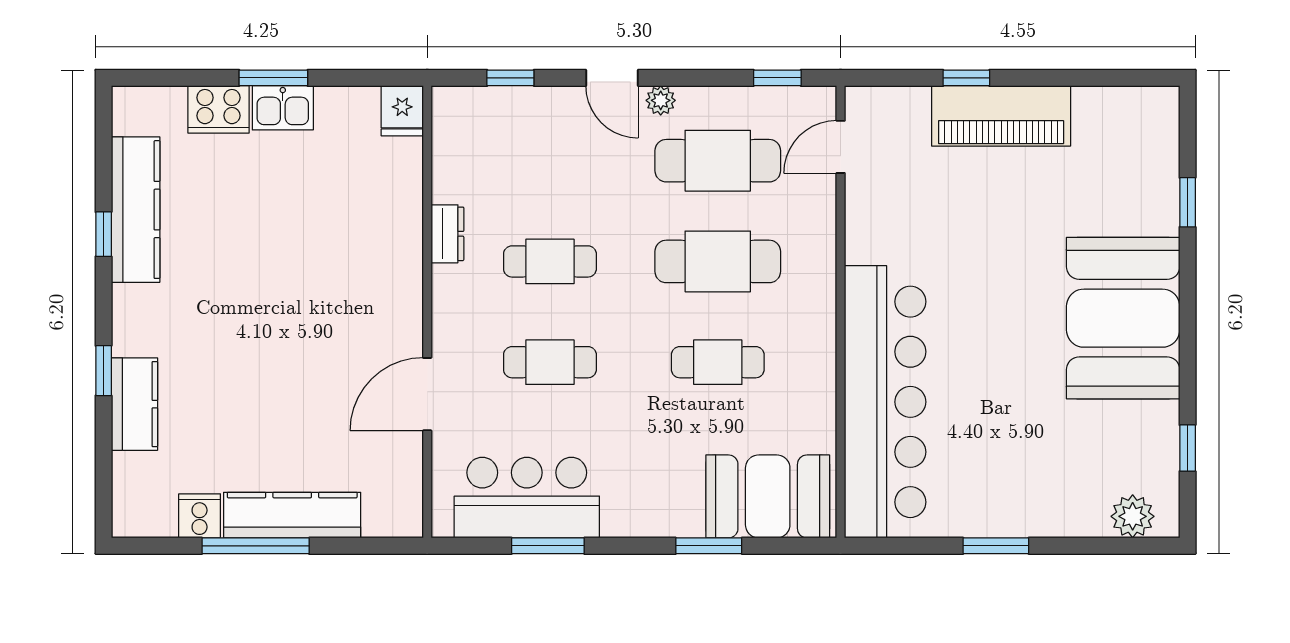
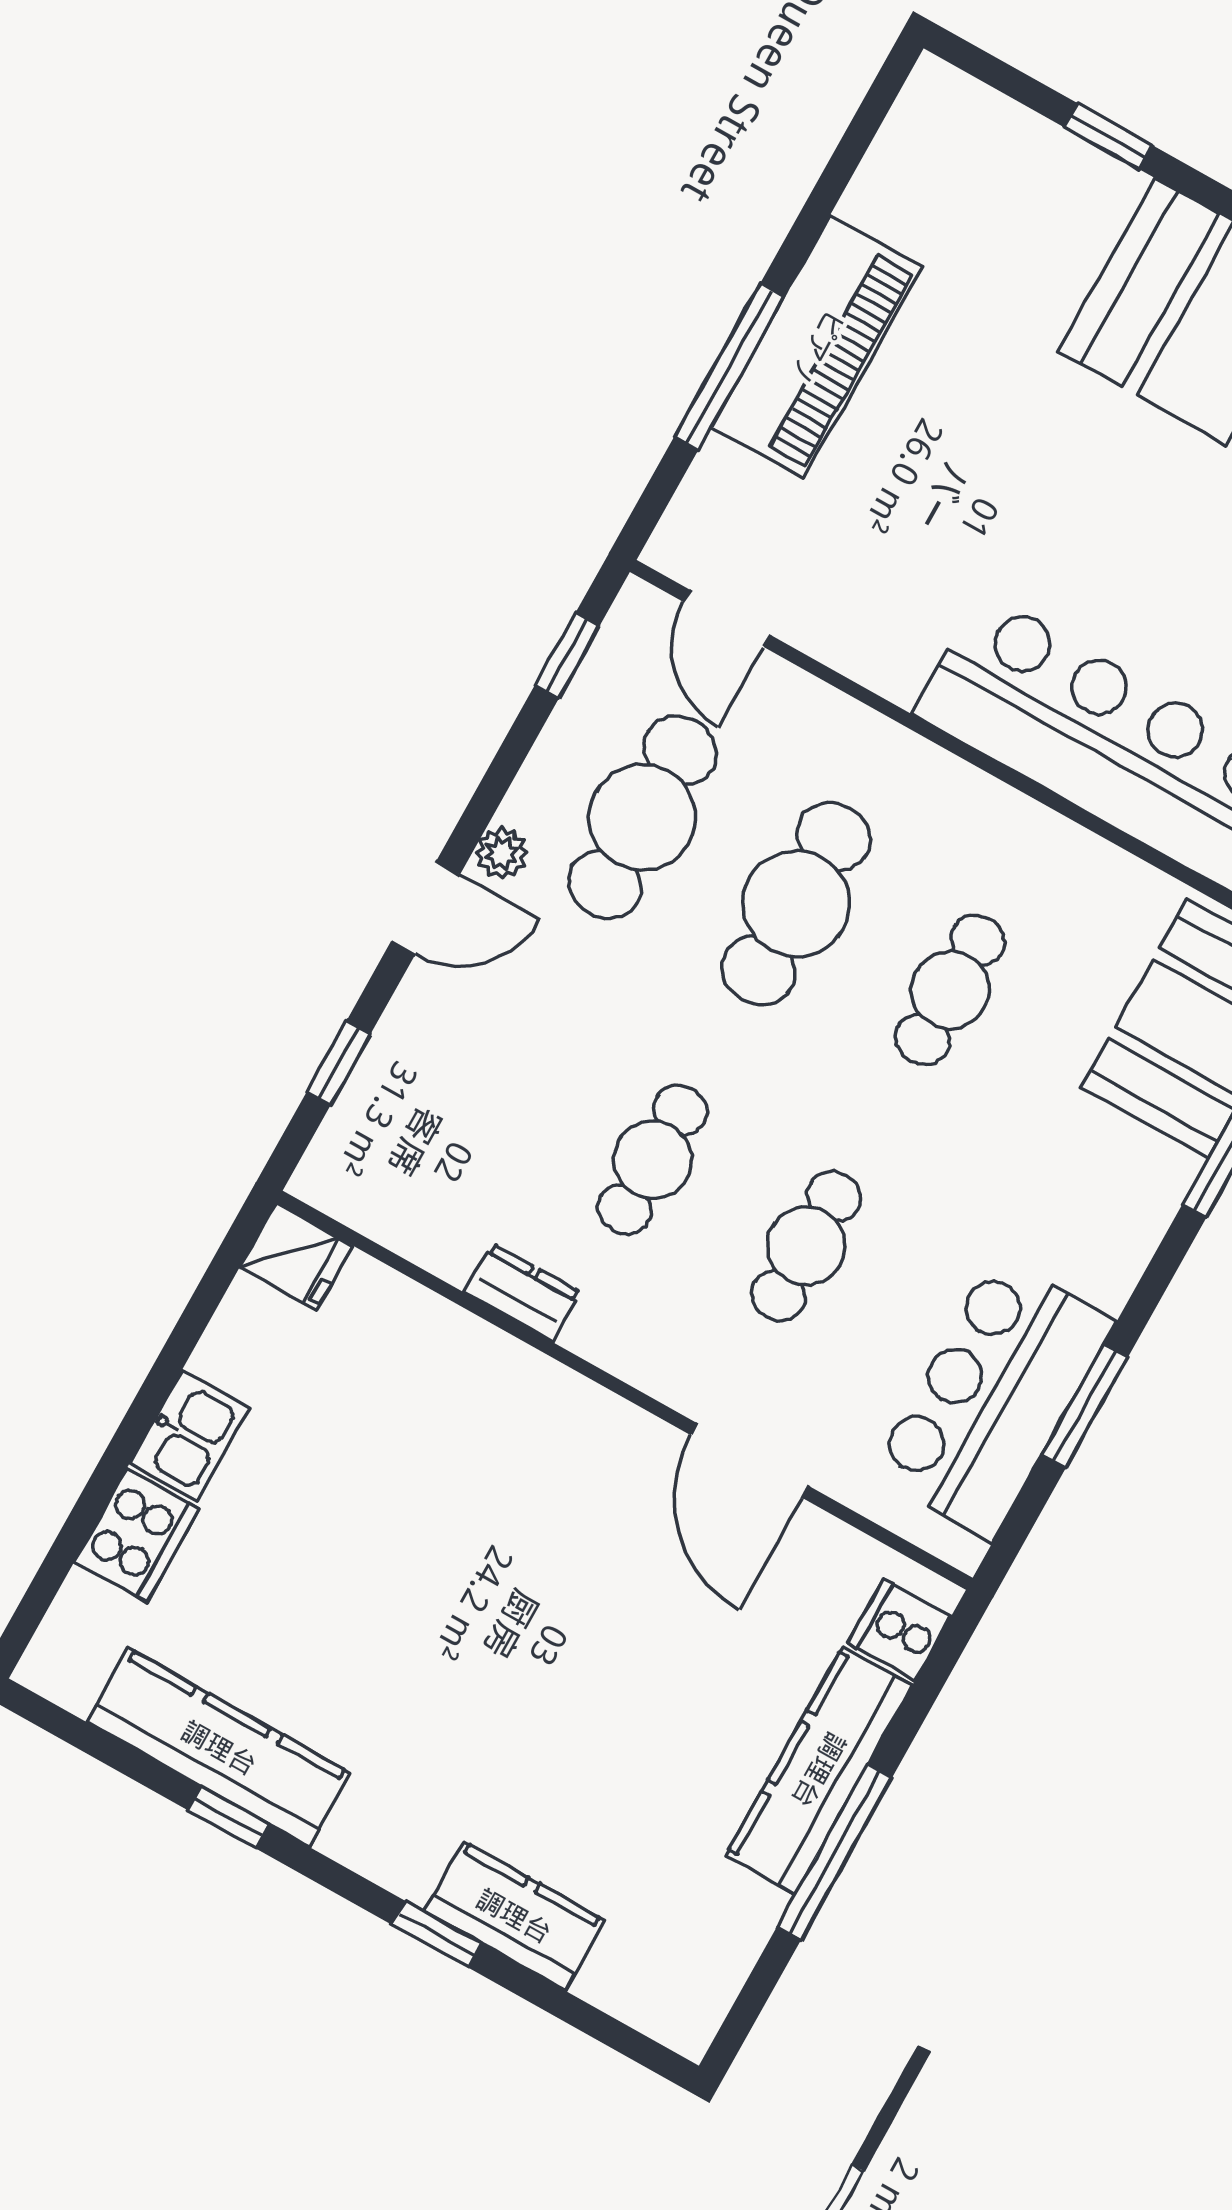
window: (273, 78) -> (136, 1425), removed
window: (966, 78) -> (729, 367), width x2.17
cooker: (200, 516) -> (899, 1630), moved

